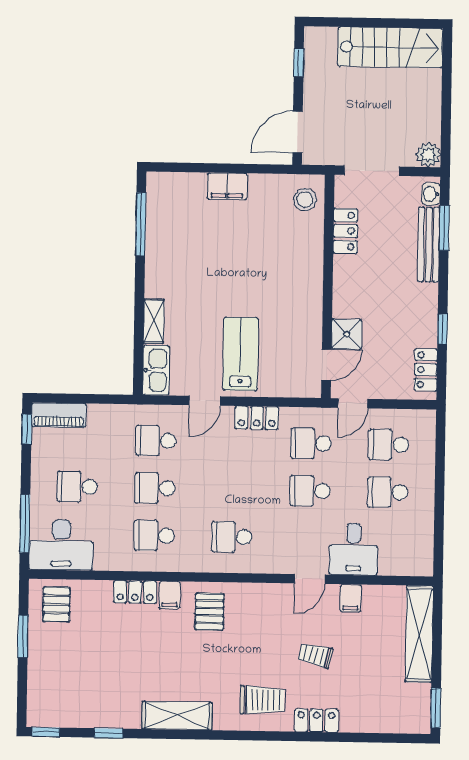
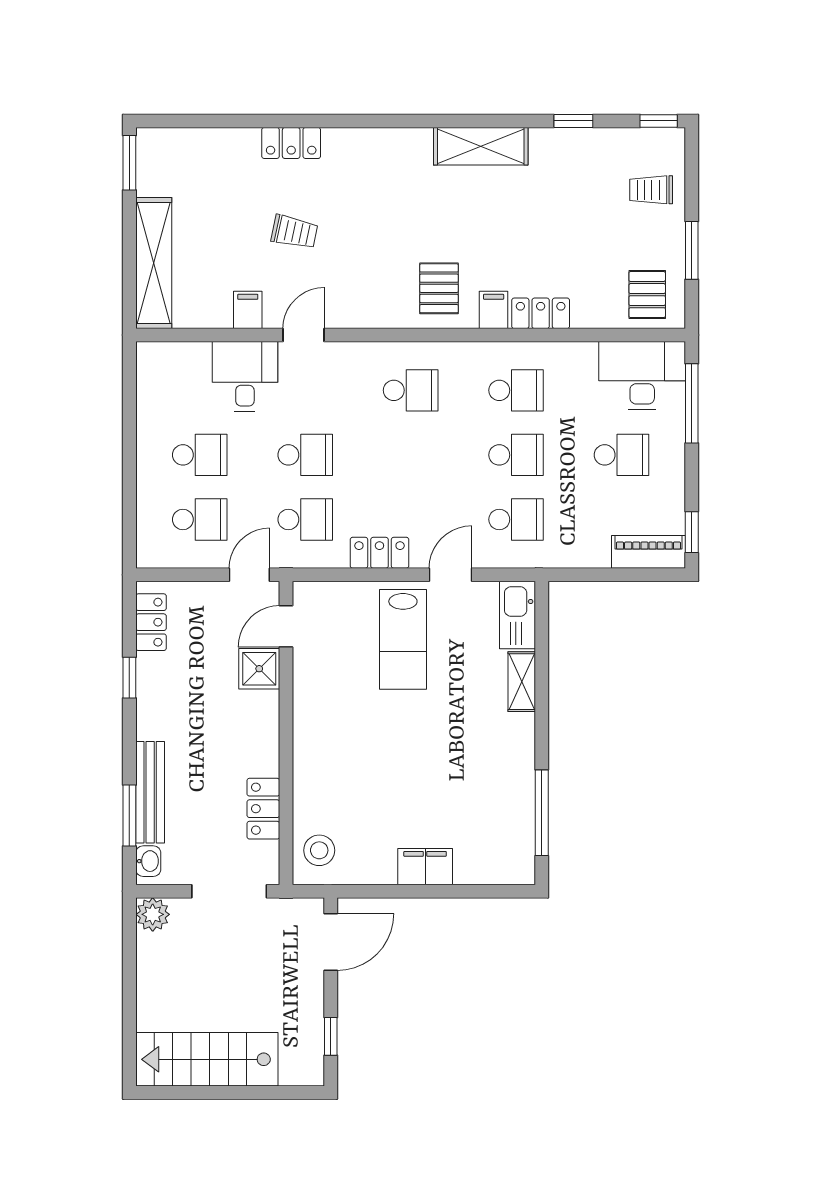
trolley: (262, 700) -> (651, 190), moved, width x0.73, depth x0.72

